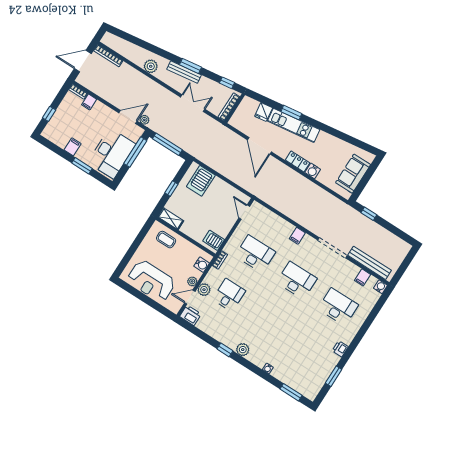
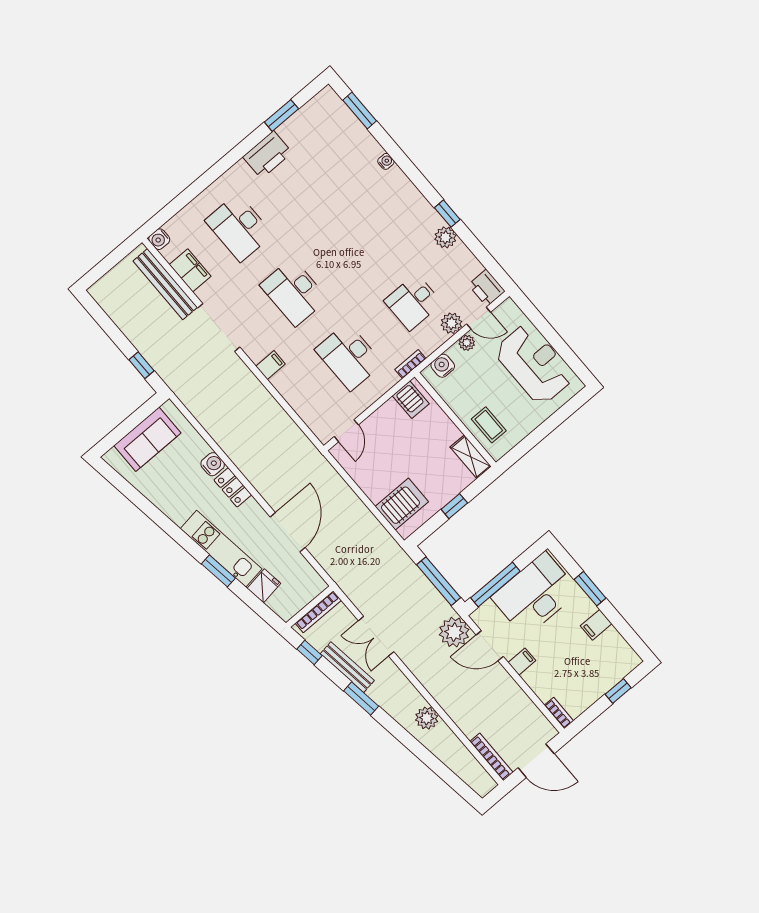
bench: (184, 72) -> (347, 667), moved
filing cabinet: (89, 102) -> (522, 662), moved
plant: (144, 120) -> (454, 632), width x1.88, depth x1.88
filing cabinet: (363, 277) -> (190, 270), width x2.00
printer: (340, 349) -> (267, 155), width x1.87, depth x1.48
plant: (243, 350) -> (445, 237), moved

